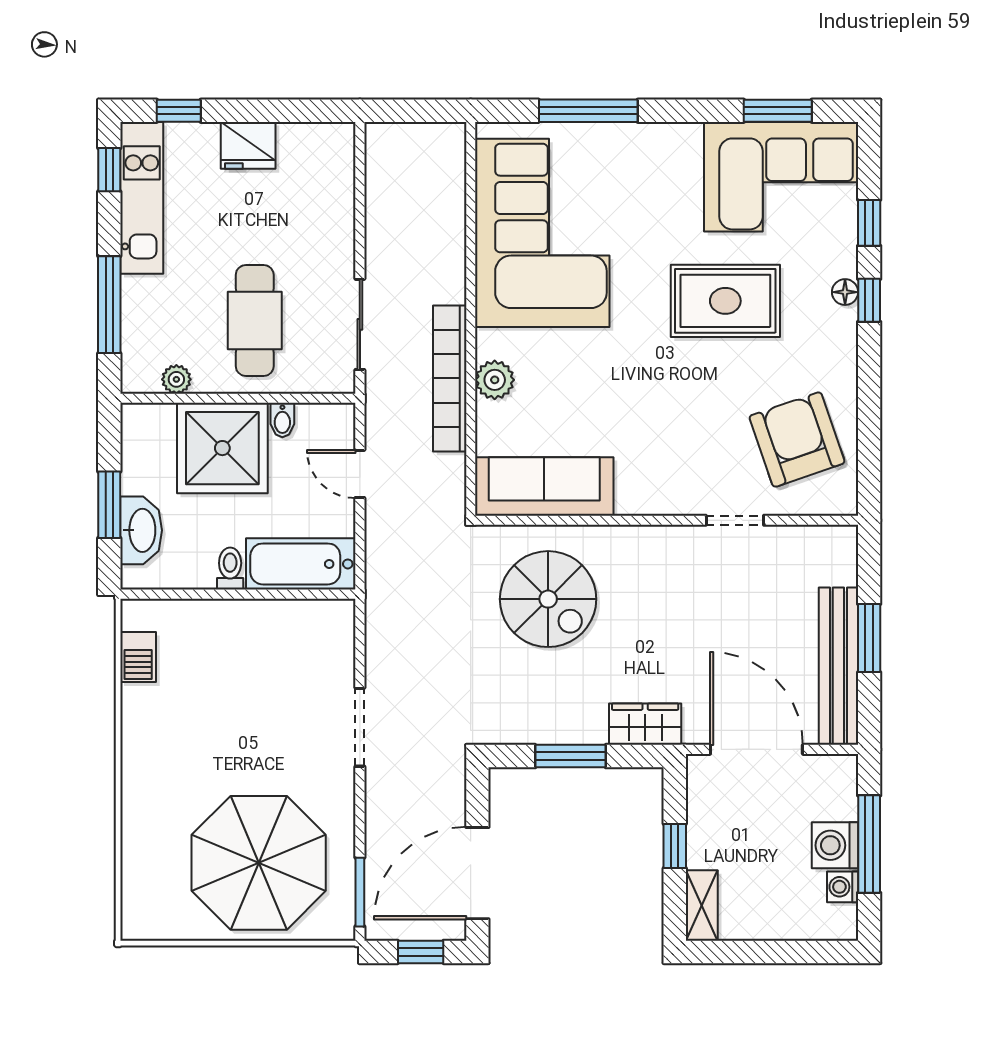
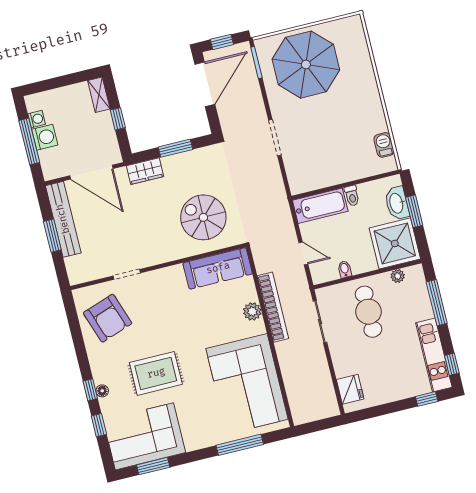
fridge: (248, 145) -> (350, 389), moved, turned 90
shower: (222, 448) -> (395, 243), moved

